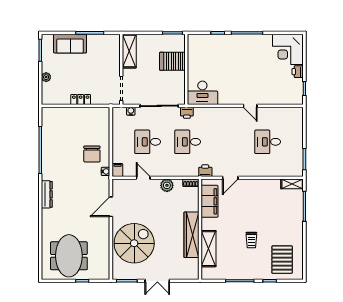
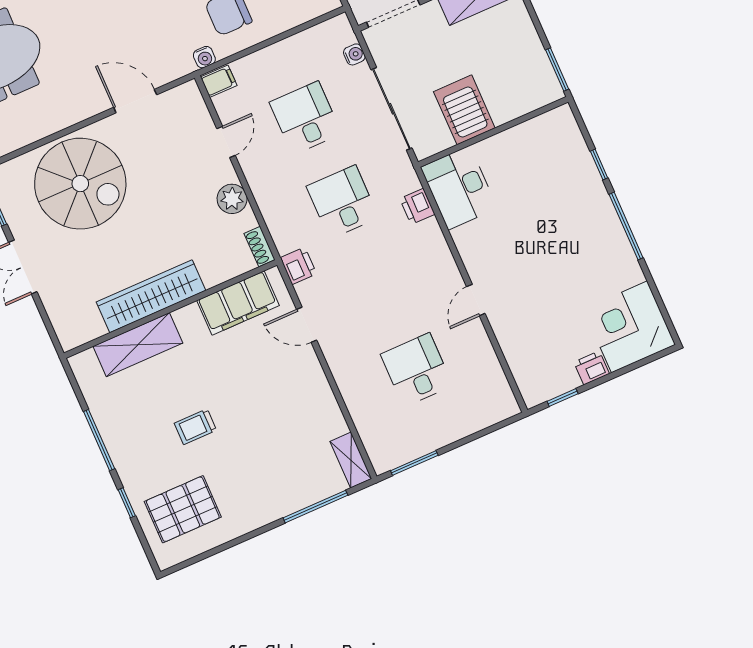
server rack: (172, 61) -> (464, 110), moved
printer: (187, 113) -> (417, 206), moved

